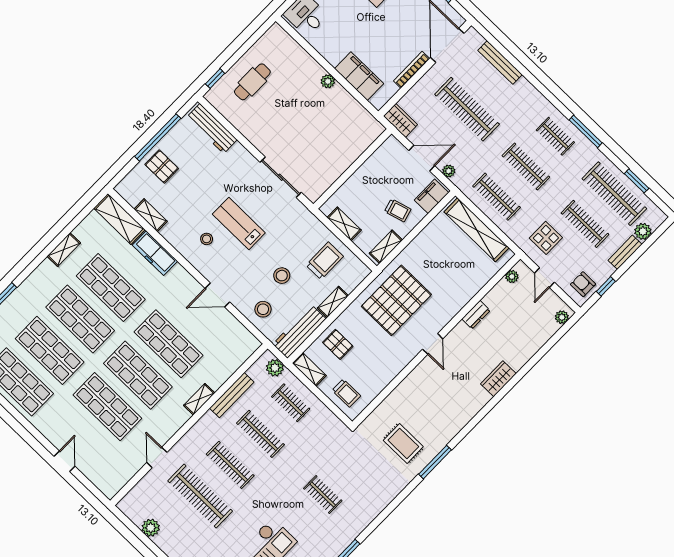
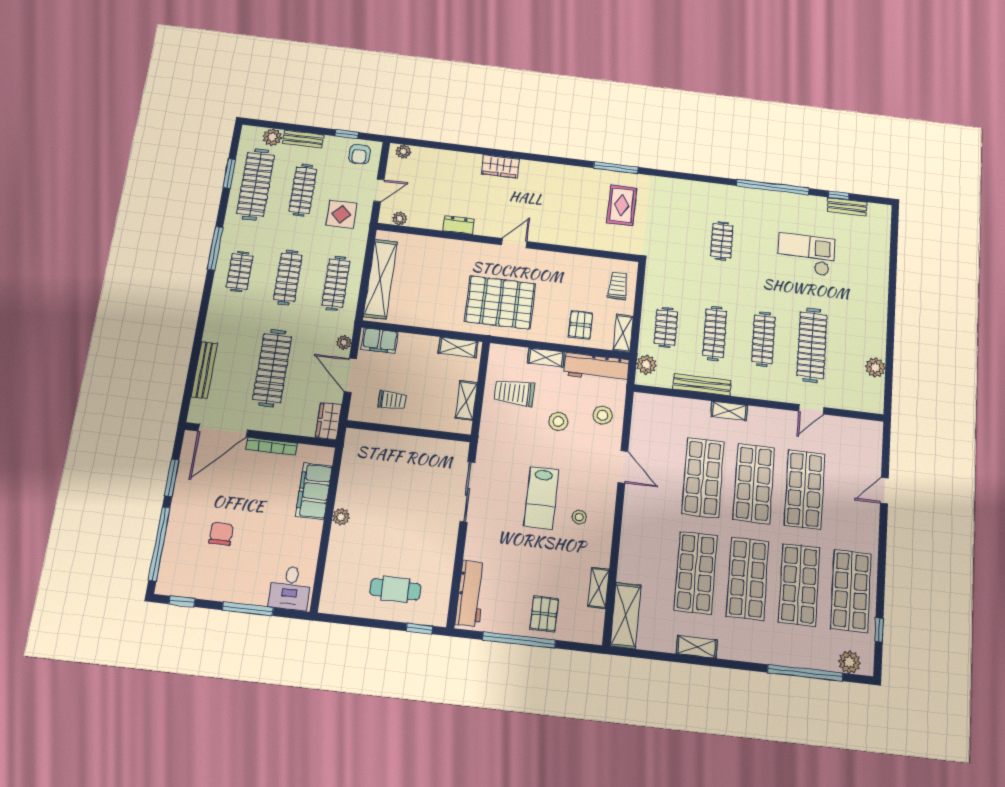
trolley: (398, 210) -> (392, 400), moved, turned 106
freezer: (155, 253) -> (631, 556), removed

